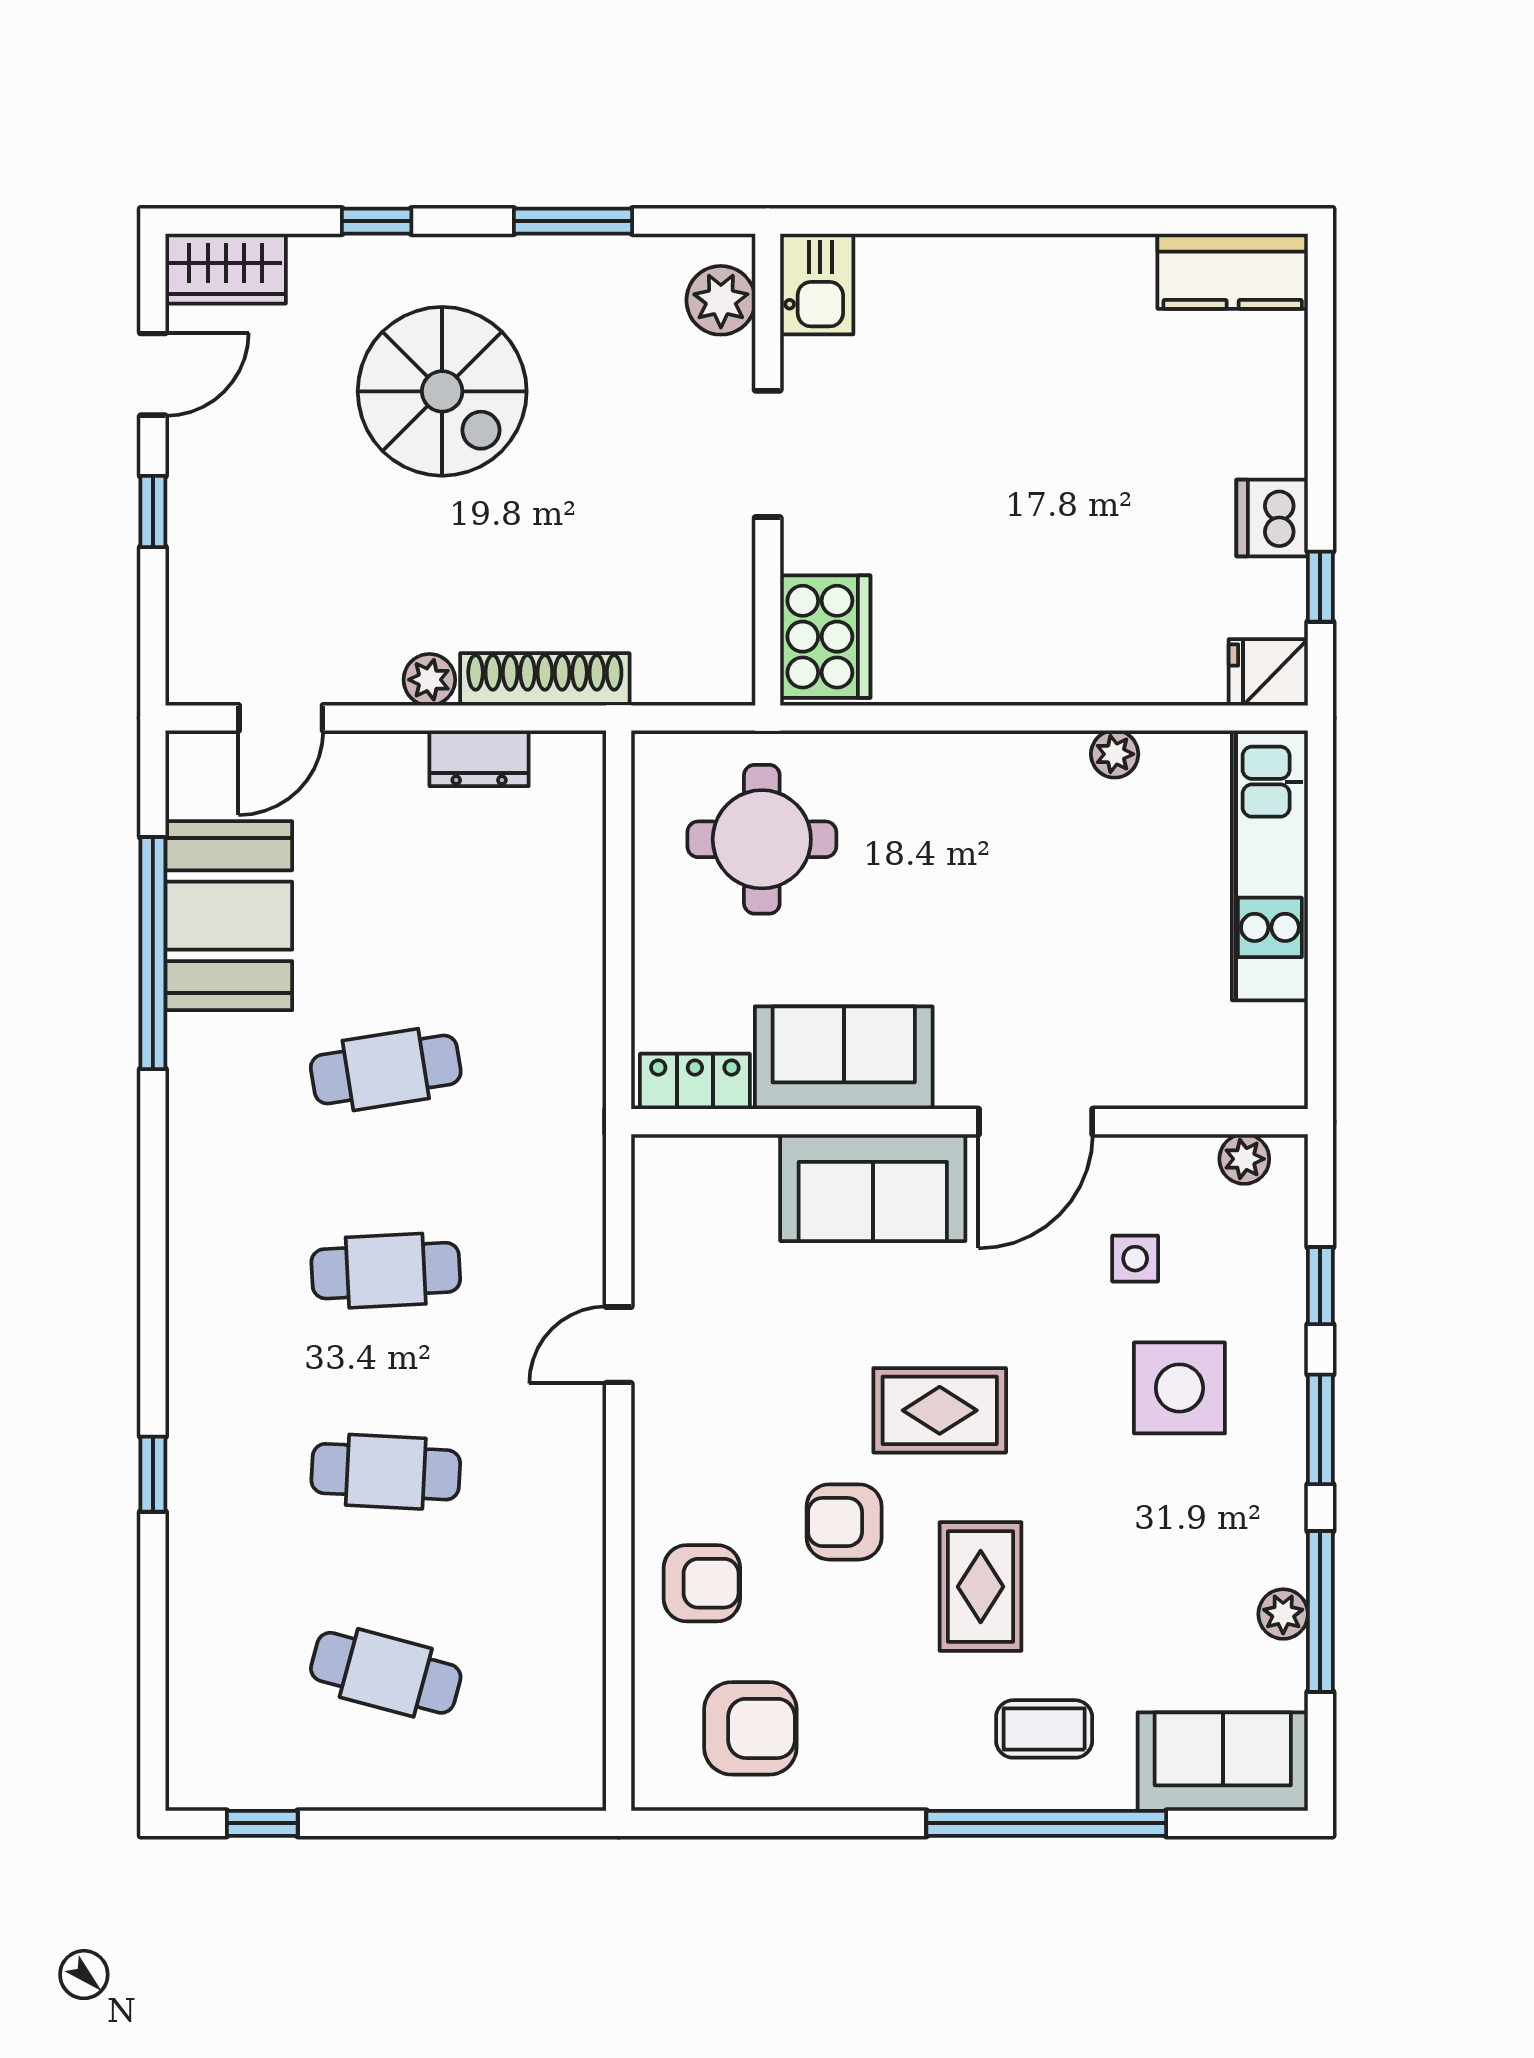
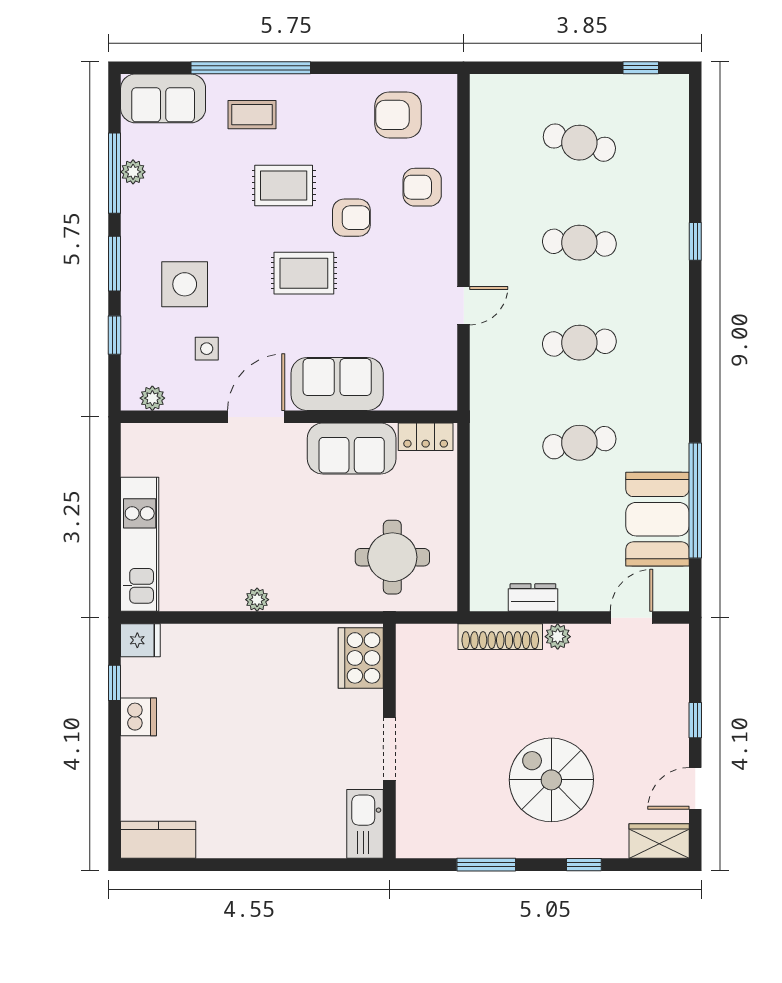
kitchen sink: (817, 284) -> (365, 824), width x1.38
plant: (721, 300) -> (413, 825), removed
plant: (1115, 754) -> (257, 600), moved
rug: (981, 1587) -> (284, 186), turned 90

